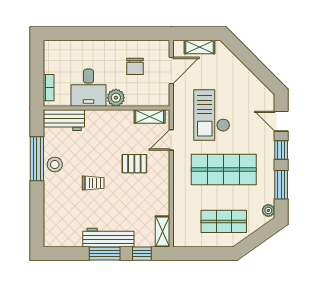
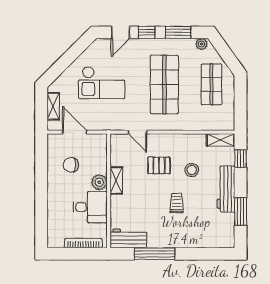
chair: (135, 66) -> (71, 165), turned 180
bookcase: (49, 88) -> (83, 243), width x1.56
checkout: (212, 115) -> (102, 83), moved
shelving: (150, 116) -> (116, 180), moved
workbench: (64, 120) -> (128, 238), moved, turned -90
stool: (55, 164) -> (192, 170), moved
pallet: (134, 164) -> (159, 165), turned 90
window: (105, 254) -> (241, 211), moved

